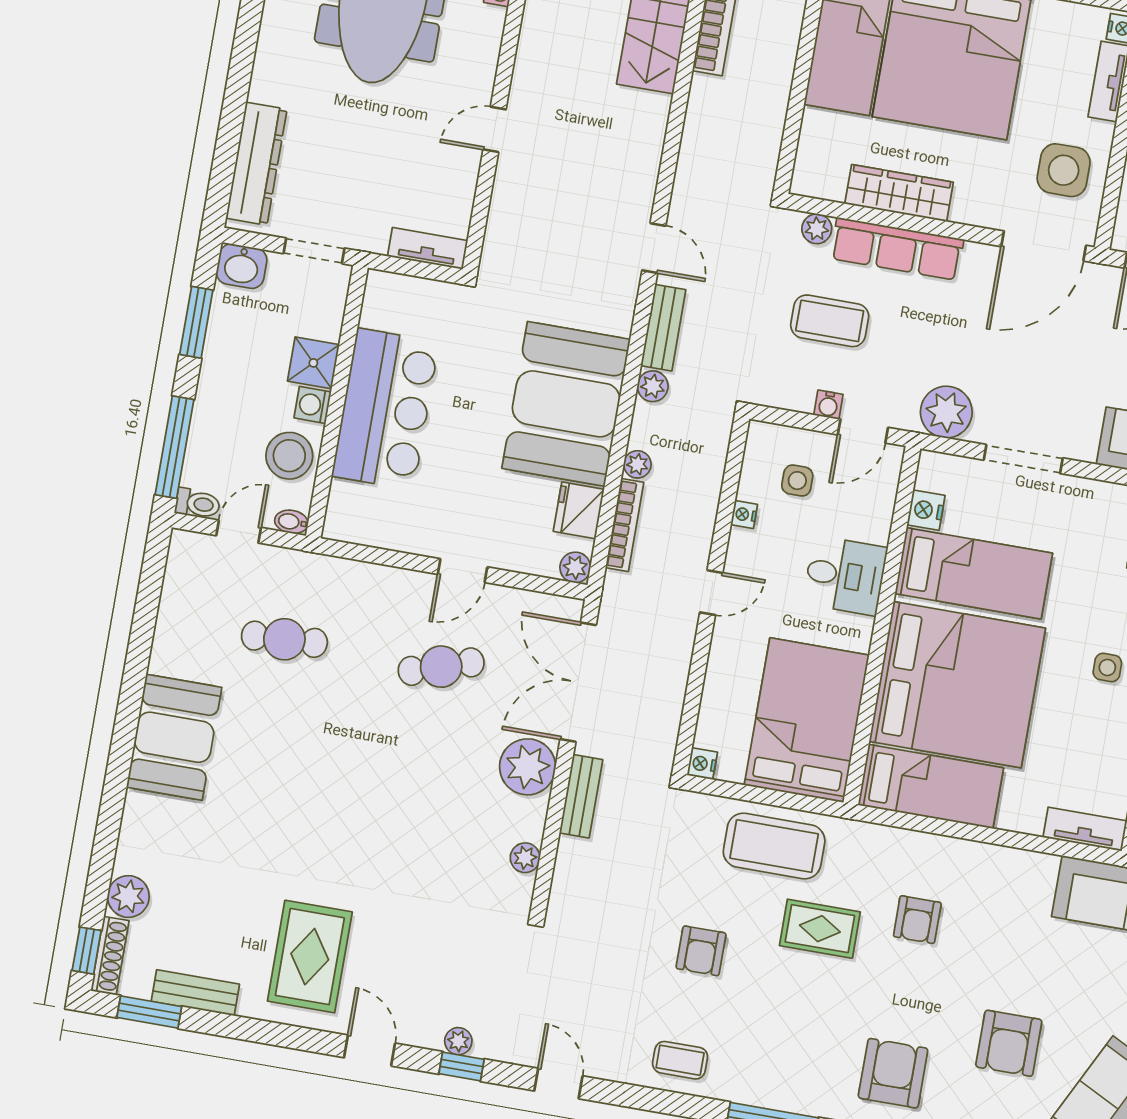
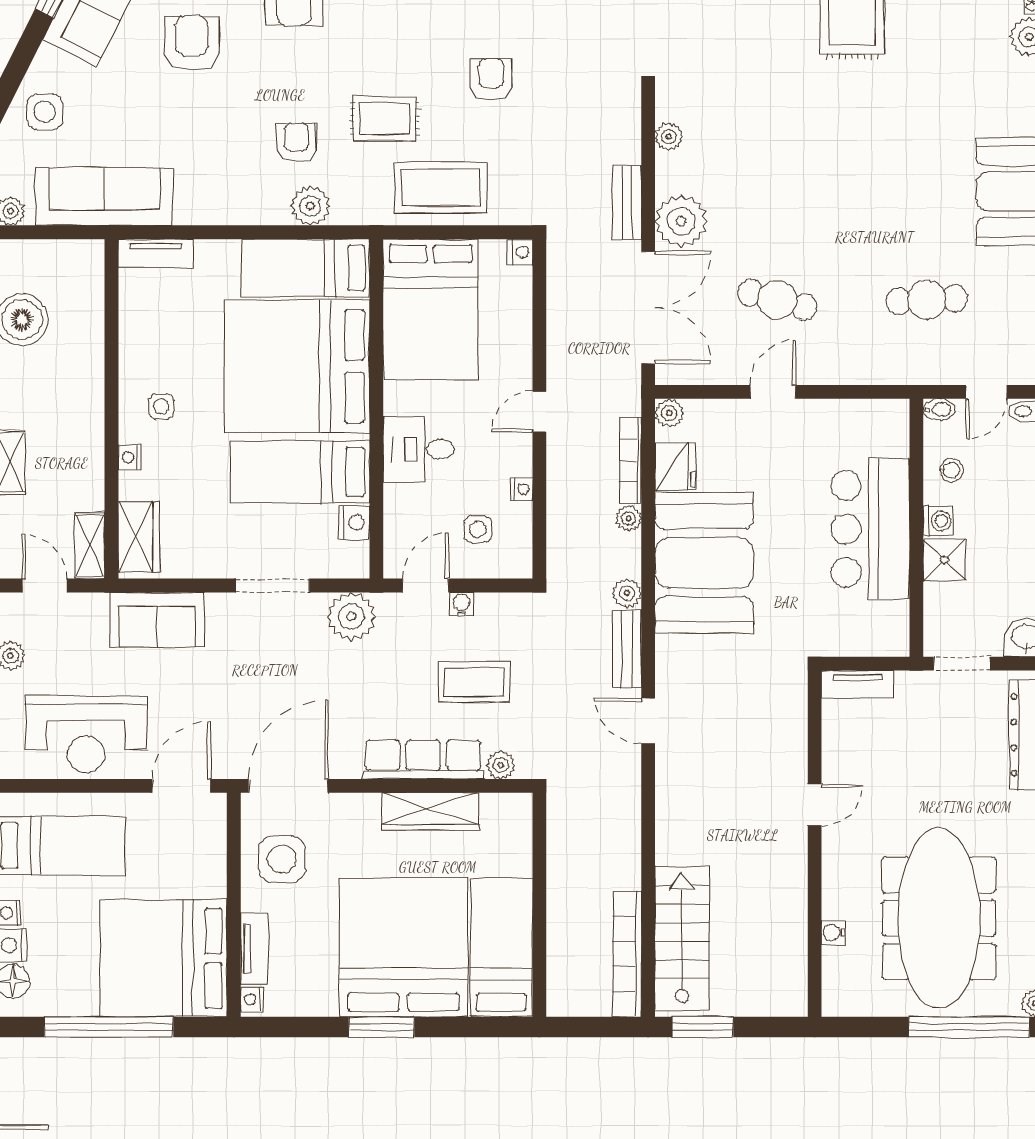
stool: (289, 456) -> (952, 470), width x0.53, depth x0.53
cafe table: (441, 667) -> (777, 300), turned 33
plant: (914, 851) -> (310, 206), added

